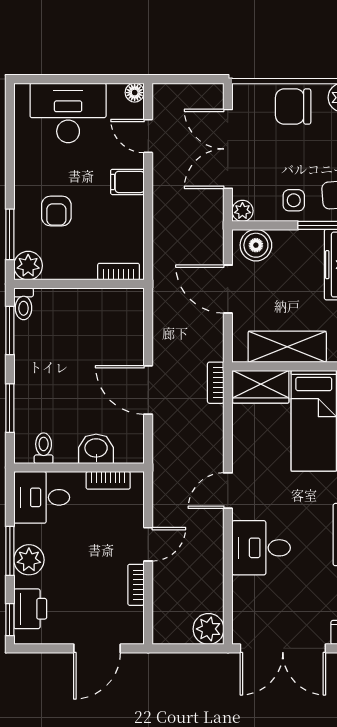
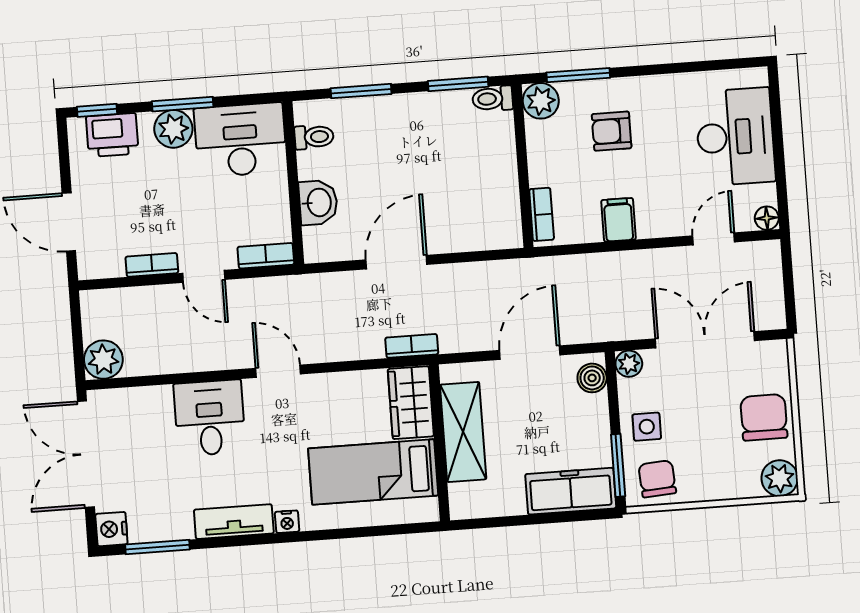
filing cabinet: (127, 182) -> (619, 220), moved
boiler: (256, 245) -> (592, 378), width x0.73, depth x0.73
bookcase: (108, 480) -> (266, 256), moved, turned 90
desk: (42, 497) -> (240, 140), width x1.37

